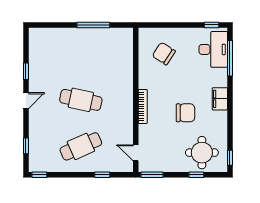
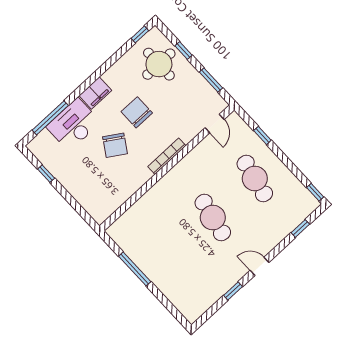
window: (212, 25) -> (46, 174), moved
desk: (213, 49) -> (73, 124), moved
chair: (164, 54) -> (115, 145), moved
cafe table: (81, 146) -> (255, 178), turned 36
window: (152, 175) -> (211, 80), moved

